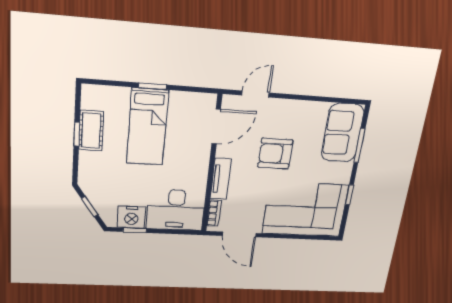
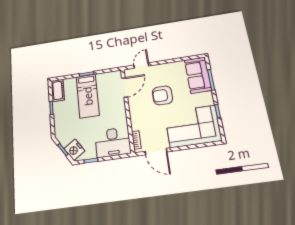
cot: (91, 130) -> (58, 90), moved
tv unit: (221, 179) -> (135, 117), removed
nightstand: (131, 217) -> (74, 150), moved, turned 56

